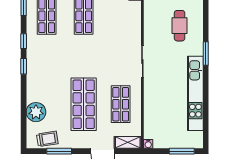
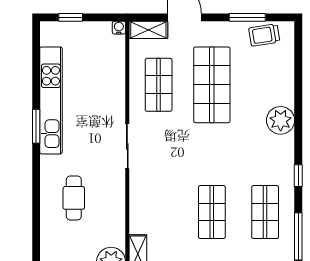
window: (206, 54) -> (36, 126), moved
window: (24, 66) -> (298, 139), removed
plant: (36, 112) -> (281, 120), moved
window: (182, 151) -> (71, 17), width x0.67

